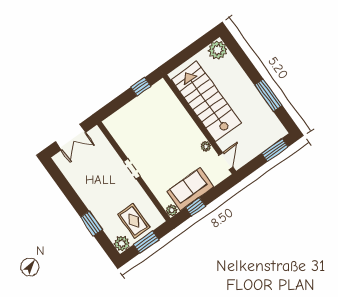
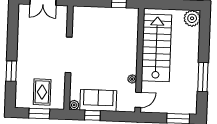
doorway: (132, 169) -> (69, 55), width x1.88
plant: (122, 243) -> (22, 101), removed

